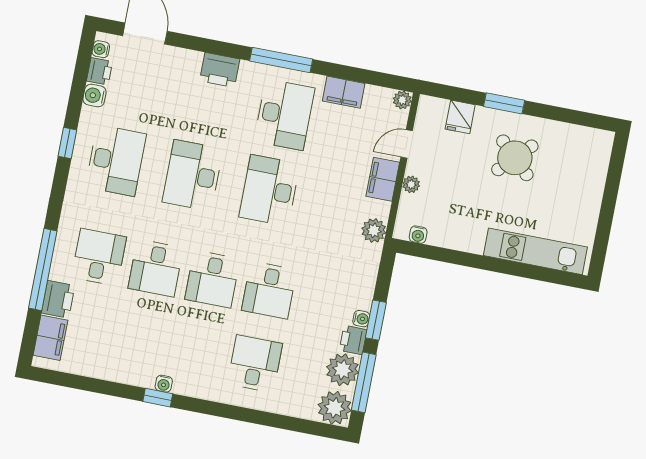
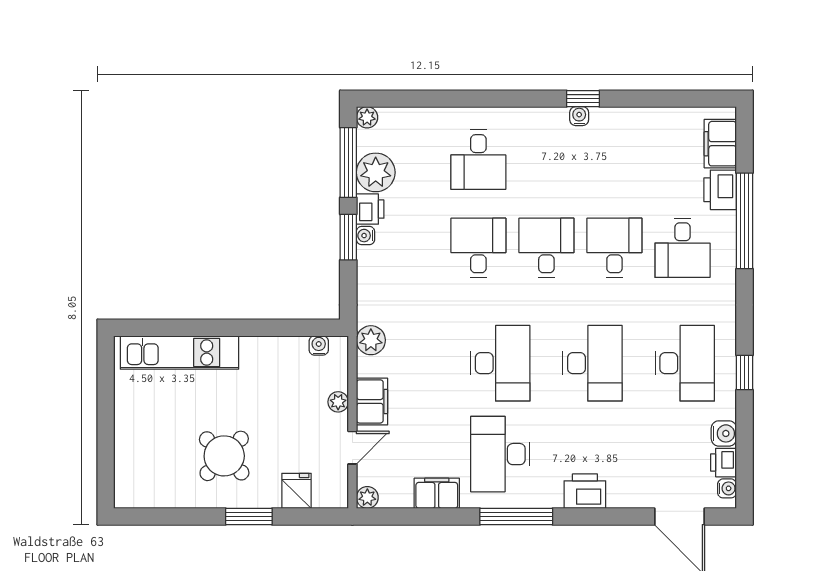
desk: (116, 160) -> (685, 363), turned 180
plant: (335, 408) -> (367, 117), width x0.53, depth x0.53

